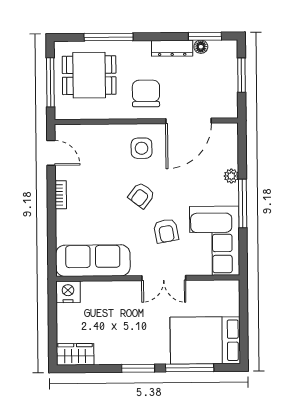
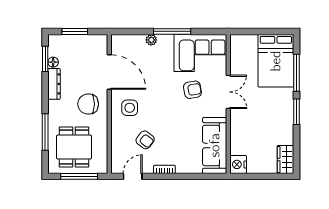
armchair: (141, 195) -> (145, 140), moved

